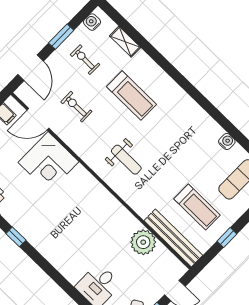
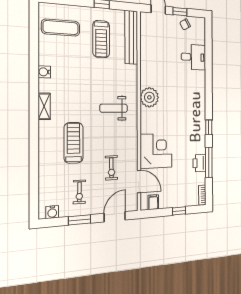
shelving: (125, 42) -> (44, 106), moved
water cooler: (227, 141) -> (44, 72), moved
weight bench: (126, 160) -> (114, 108), turned -90
treadmill: (197, 207) -> (101, 39), turned 180
plant: (143, 242) -> (149, 97), moved

